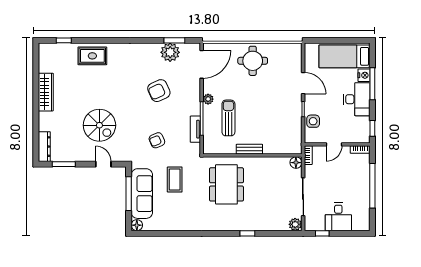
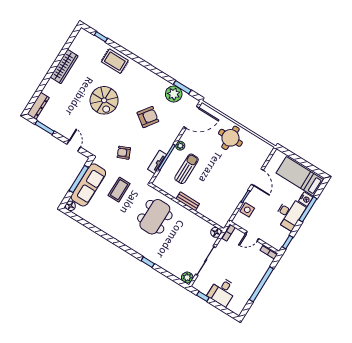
armchair: (159, 91) -> (148, 117), turned 151
spiral stairs: (99, 125) -> (104, 100), moved

